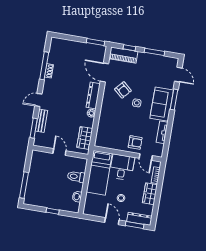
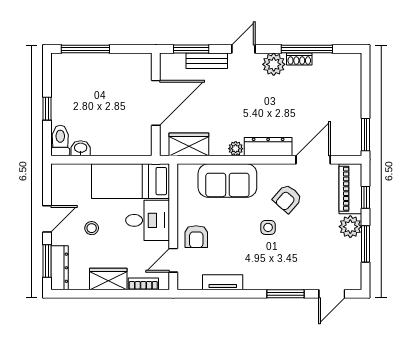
plant: (144, 59) -> (350, 227), added
plant: (49, 85) -> (274, 64), added
door: (38, 100) -> (243, 49), hinge flipped
sofa: (162, 104) -> (227, 181), moved, turned 180
door: (59, 152) -> (156, 103), width x1.87
toilet: (76, 177) -> (60, 140), moved

